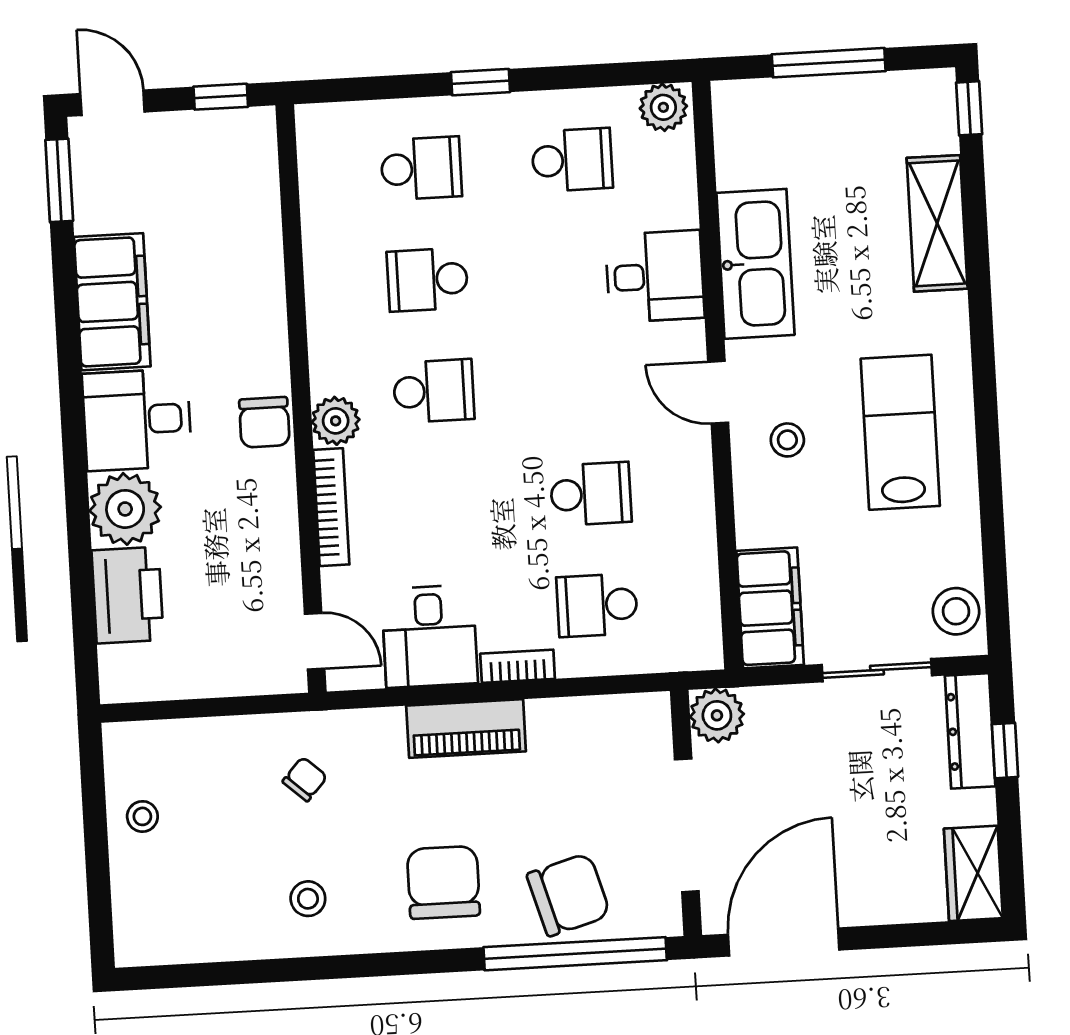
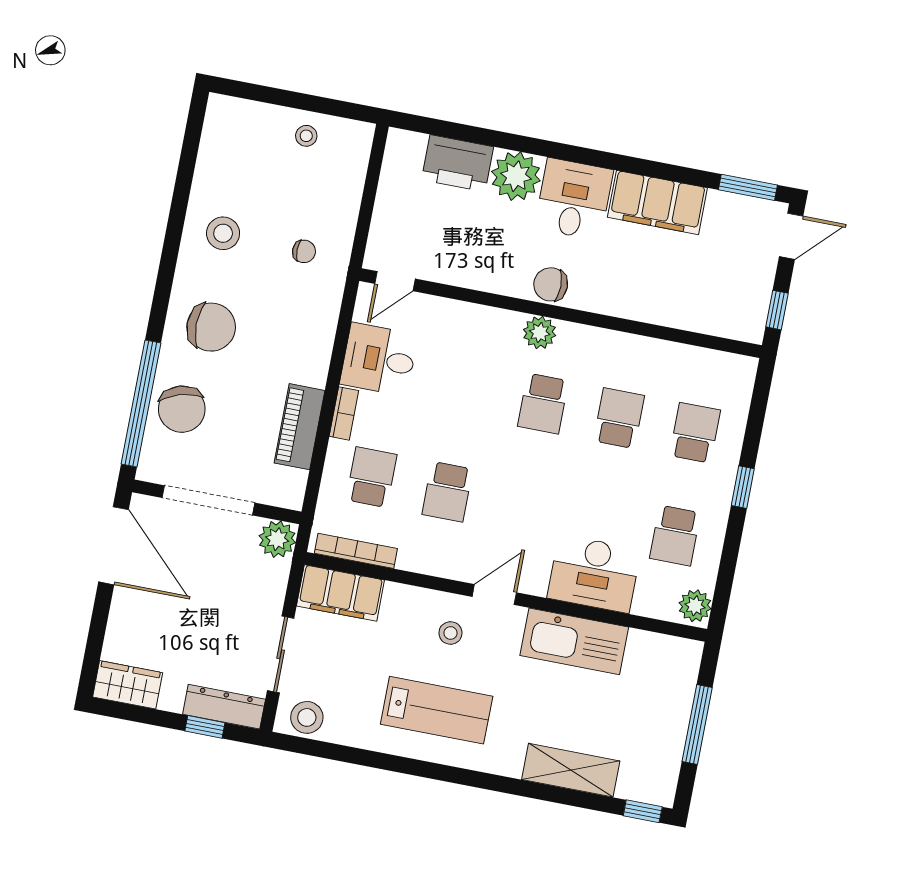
school desk: (421, 168) -> (695, 433), turned 180
desk: (655, 276) -> (594, 574), width x1.37
bookcase: (331, 507) -> (356, 551), moved, turned 180
piano: (466, 729) -> (299, 427), moved
chair: (305, 779) -> (304, 251), turned -42
stool: (308, 899) -> (223, 233), width x1.37, depth x1.37

